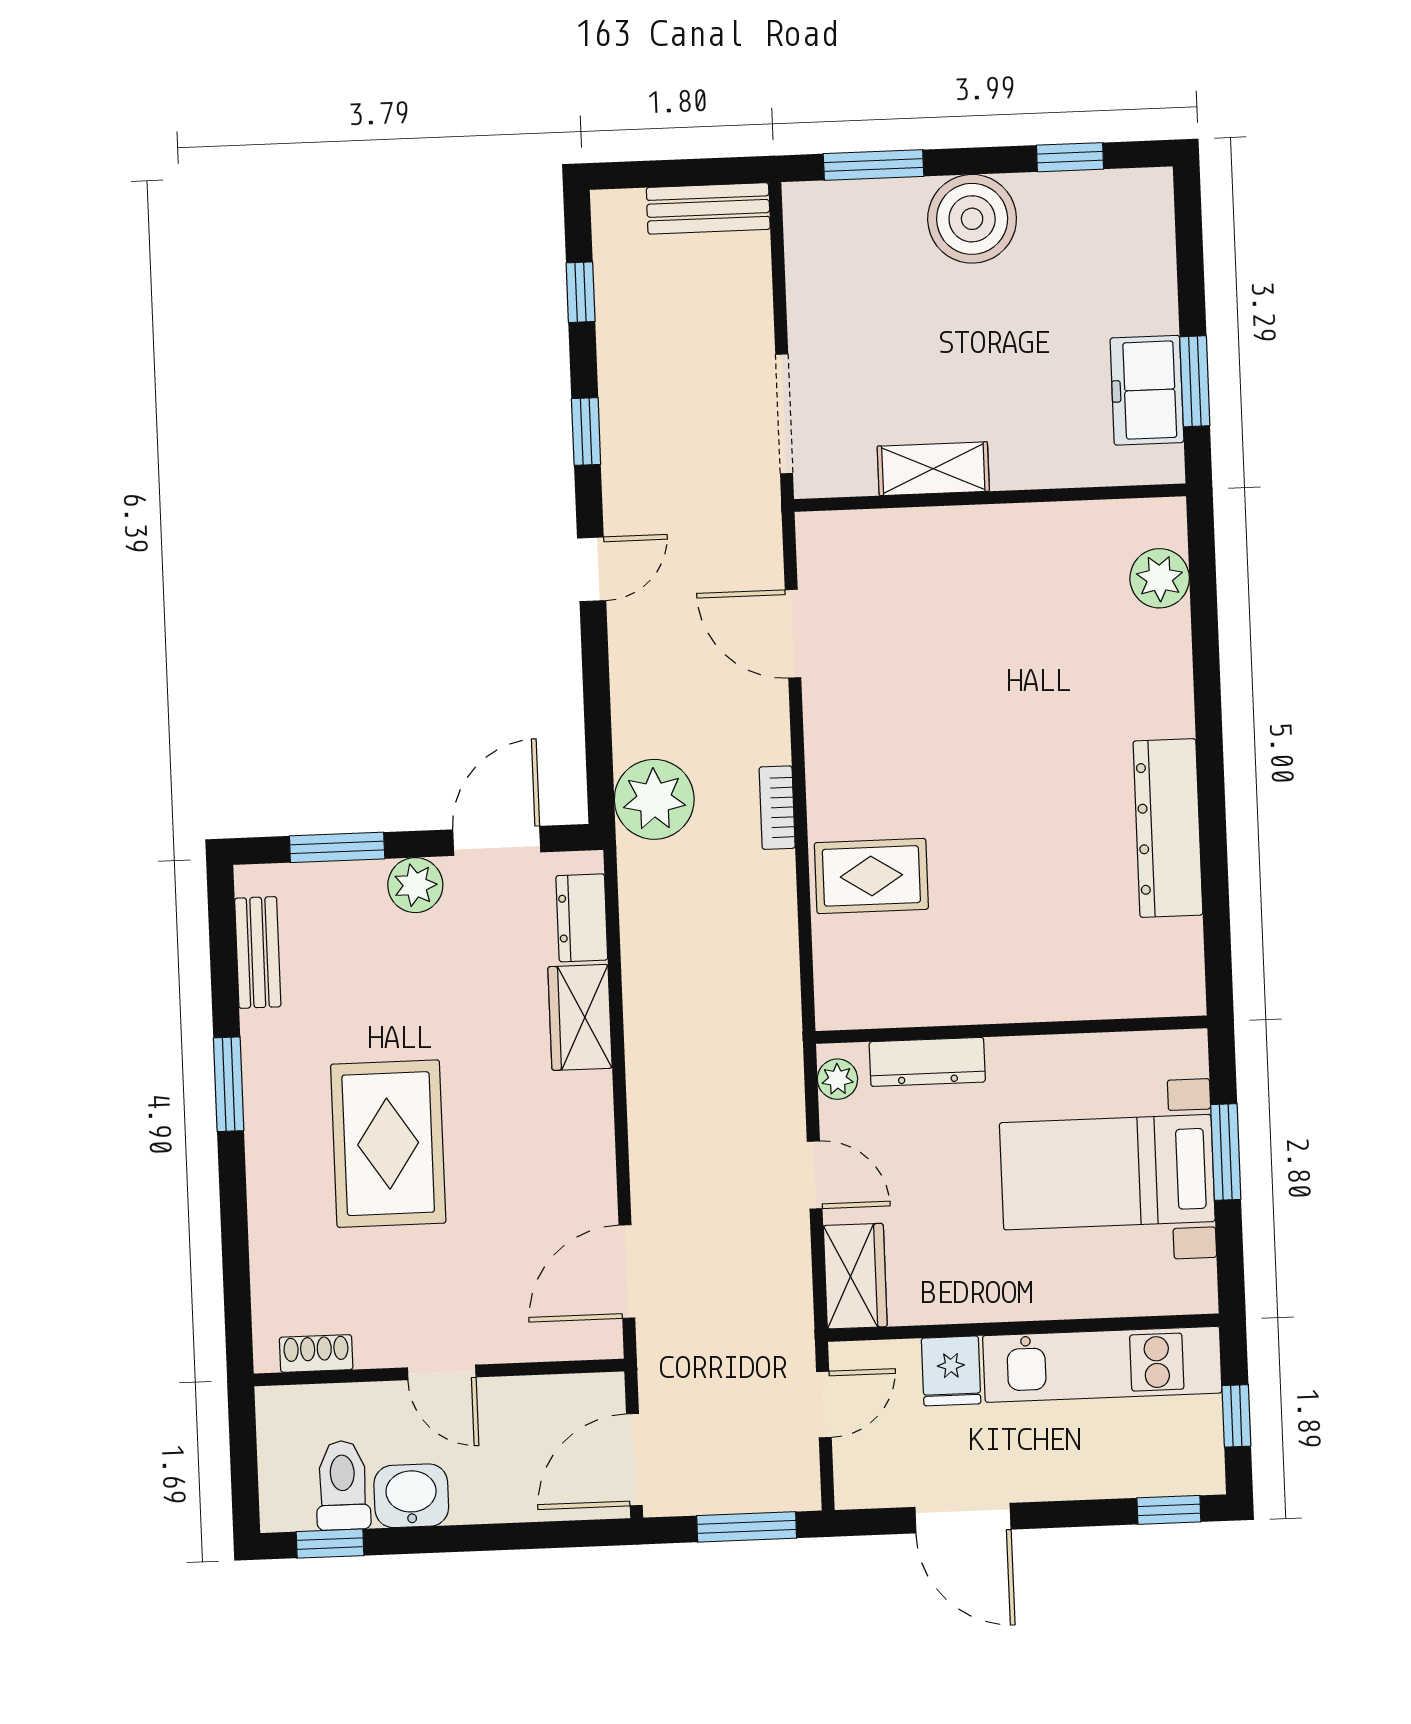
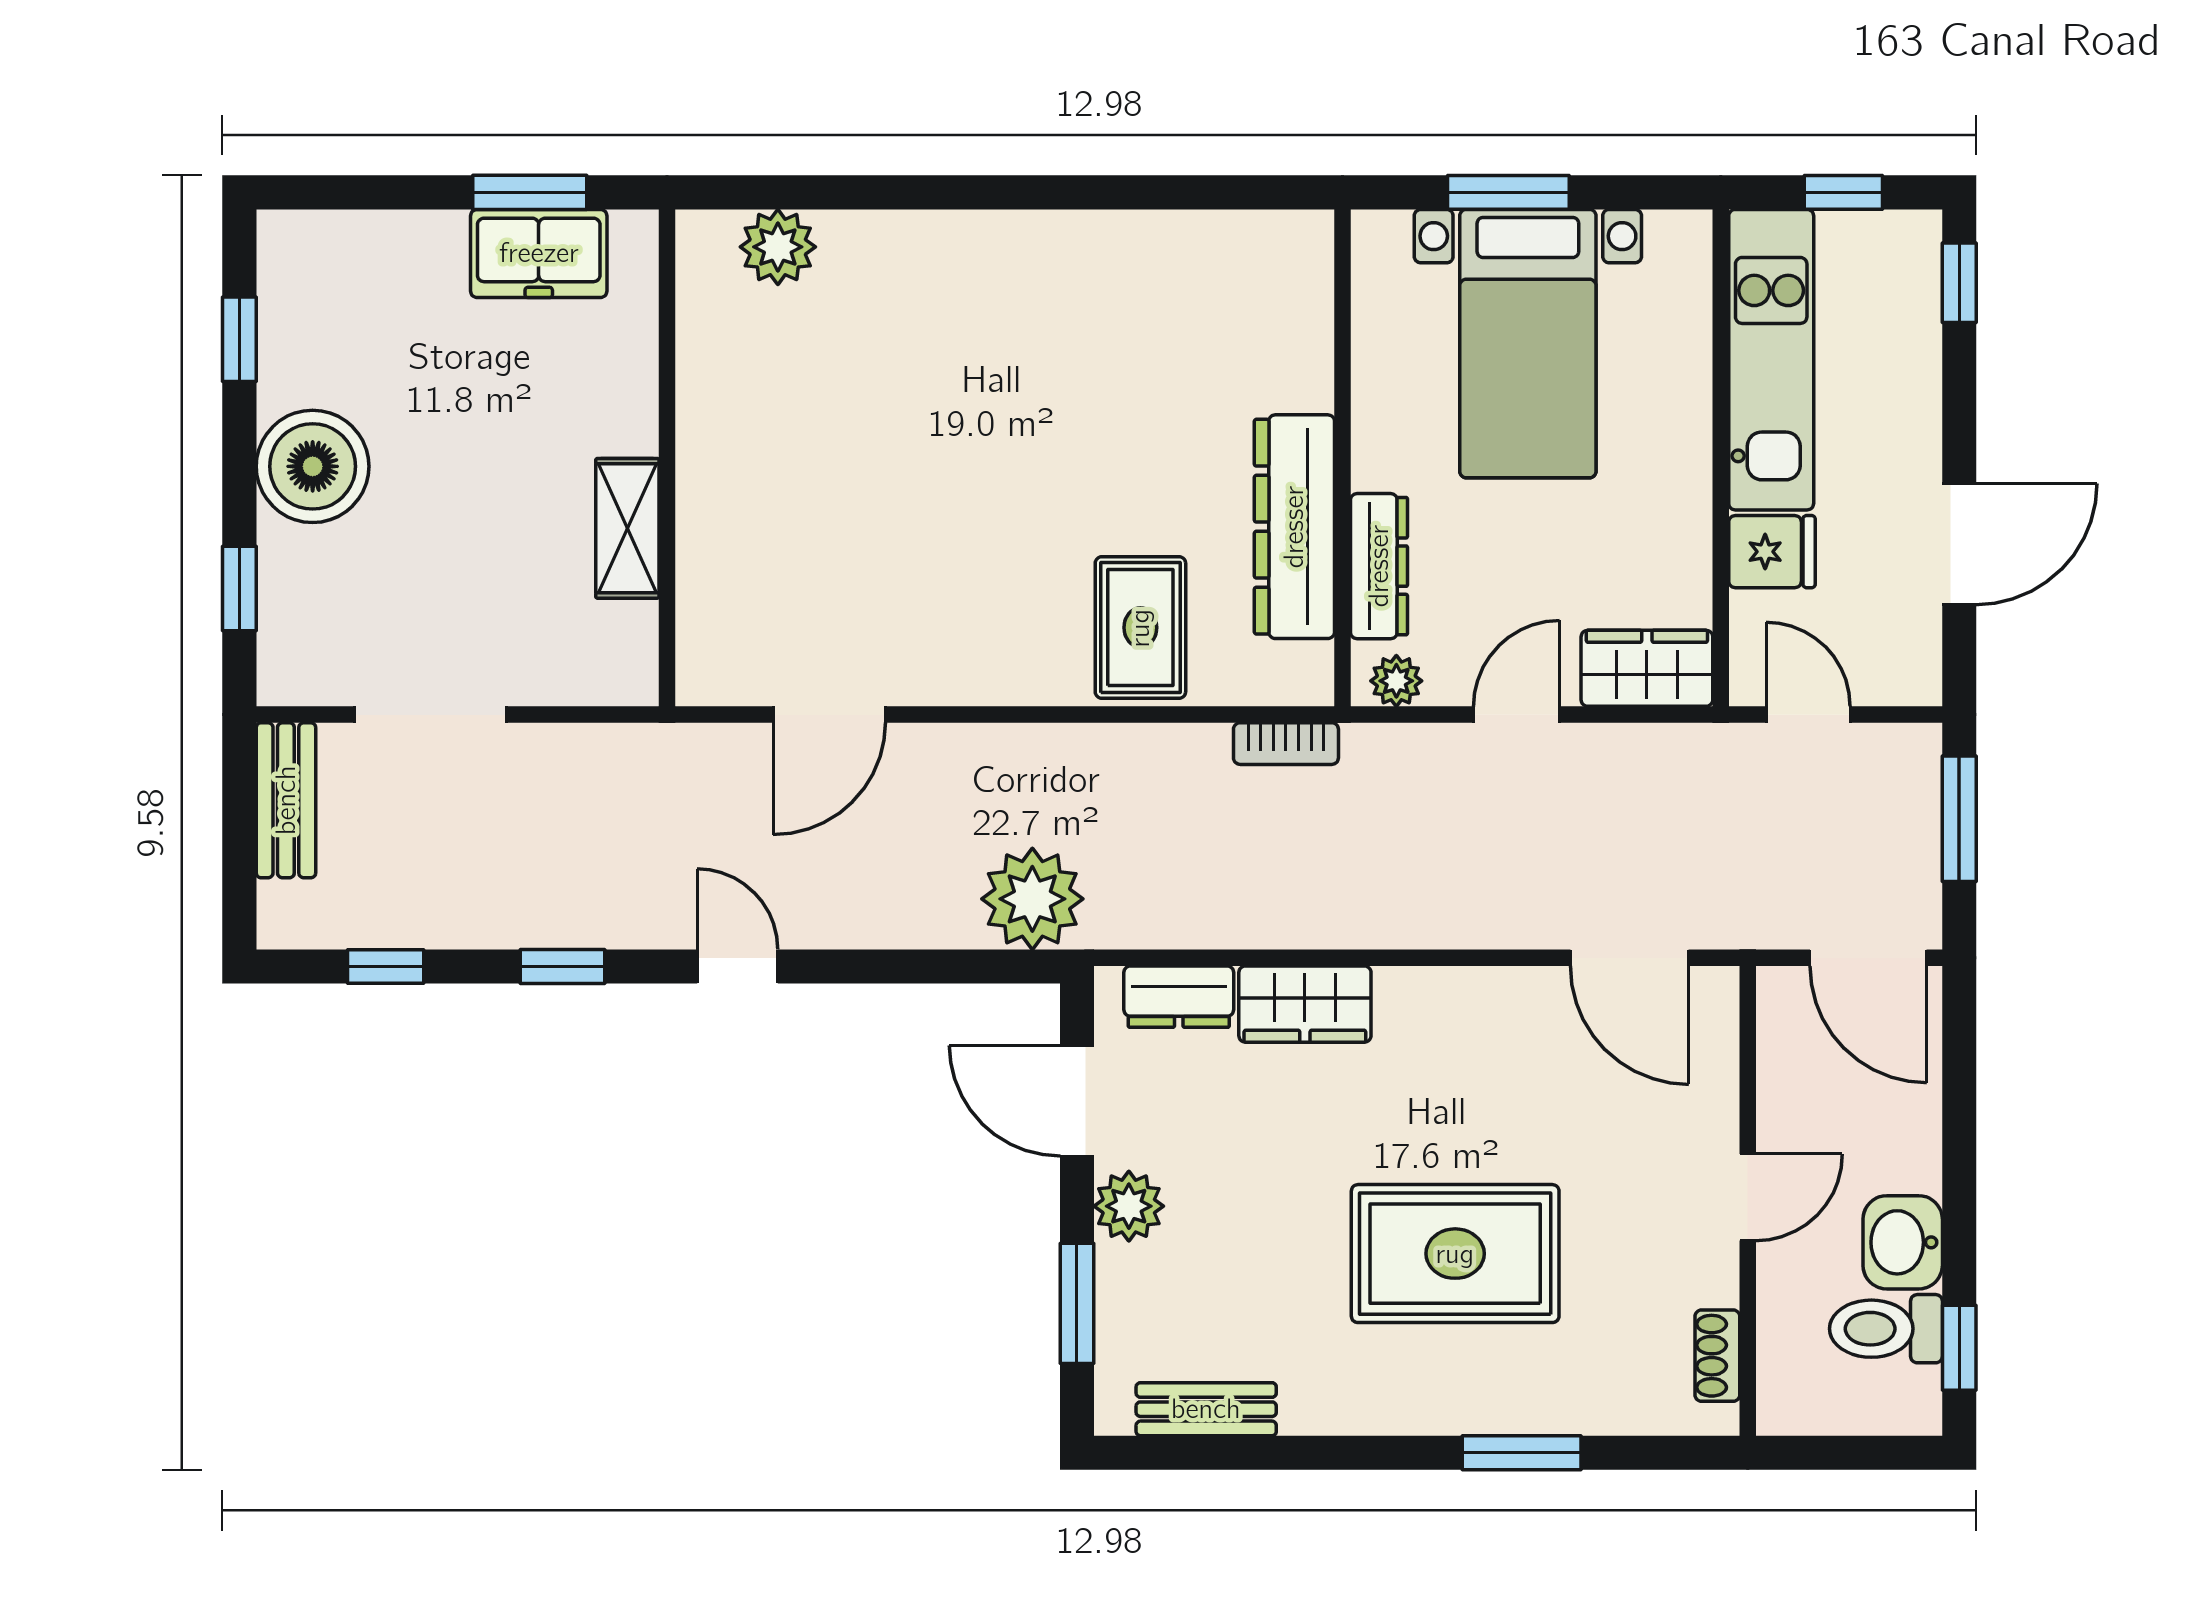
window: (874, 165) -> (239, 589), width x0.67
doorway: (784, 414) -> (430, 715), moved
bookcase: (777, 808) -> (1286, 744), moved
dresser: (1168, 828) -> (1294, 527), moved, turned 90
window: (229, 1084) -> (1522, 1453), moved

